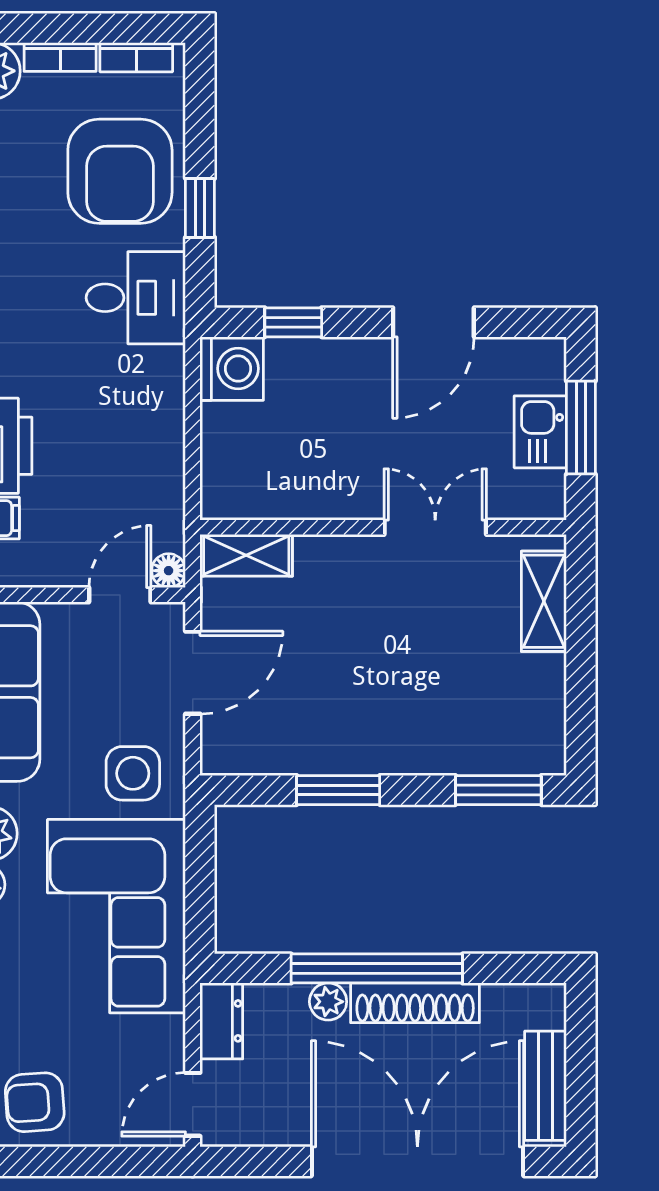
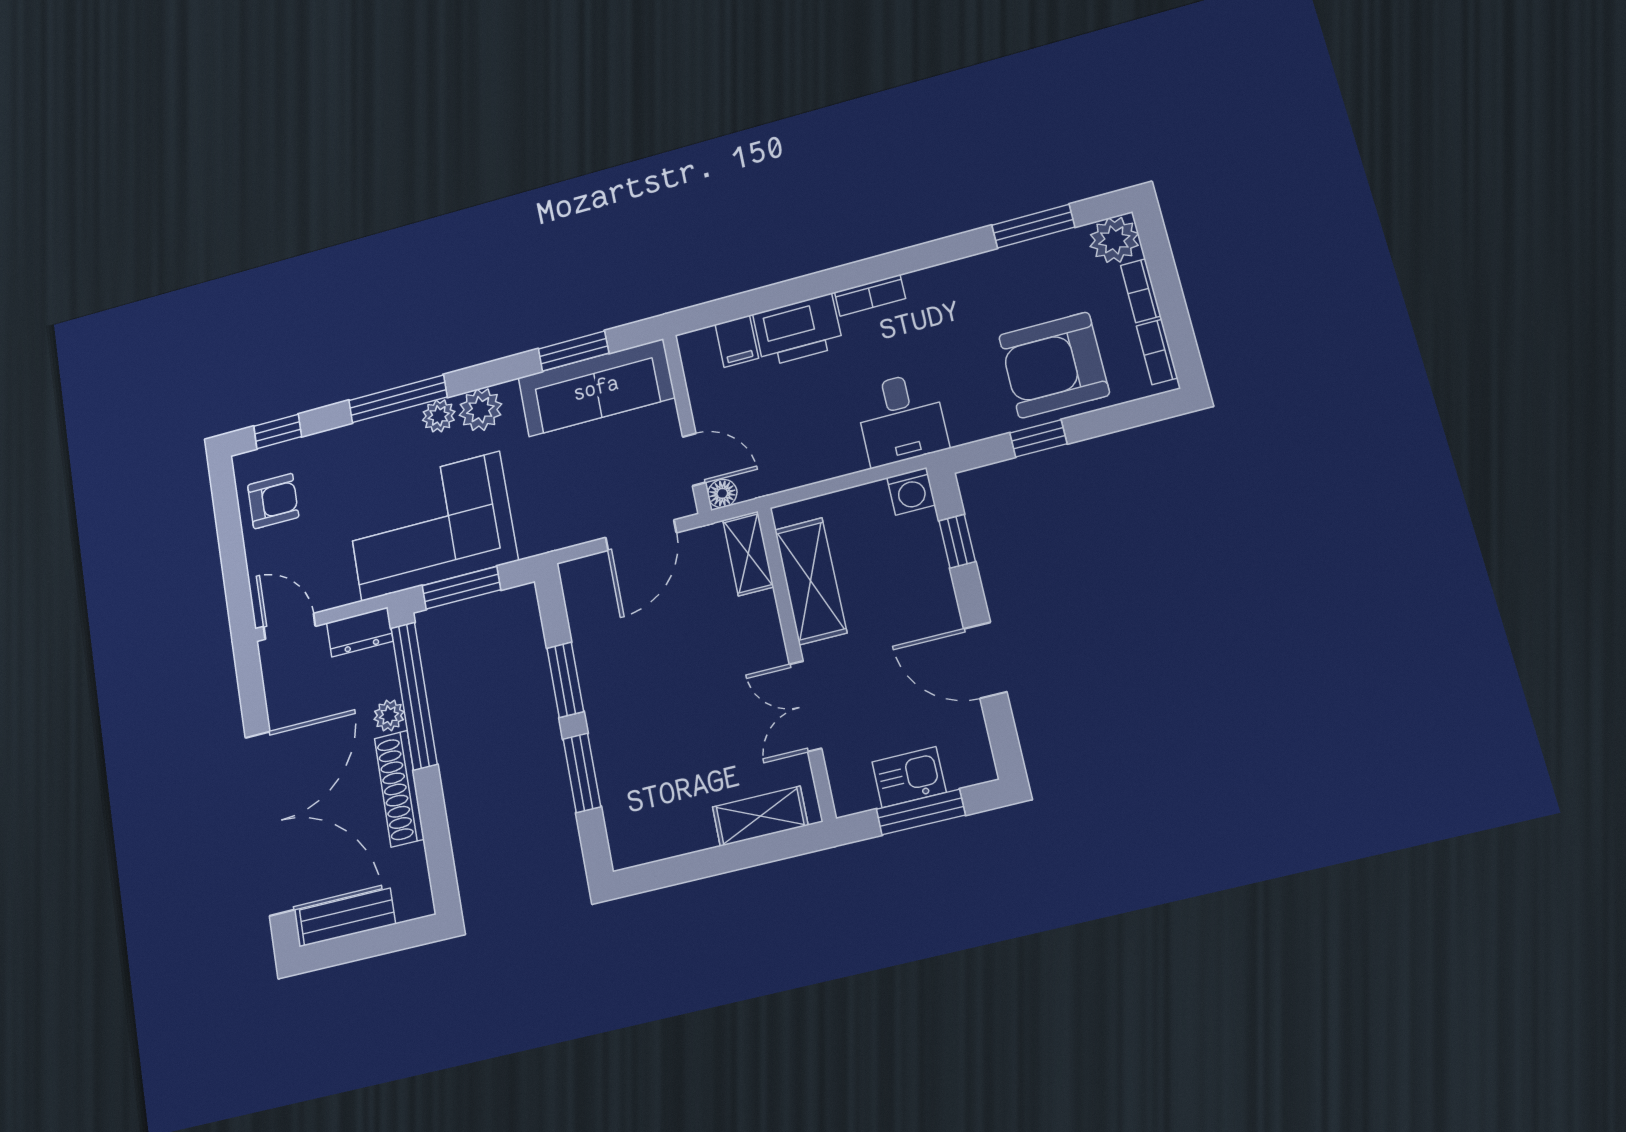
desk: (136, 298) -> (901, 419), moved
washing machine: (232, 369) -> (911, 491), width x0.73, depth x0.73
shelving: (296, 492) -> (811, 581), added
double door: (435, 527) -> (805, 706), swing flipped
door: (193, 673) -> (641, 535), hinge flipped
side table: (133, 773) -> (549, 509), removed
window: (498, 790) -> (582, 773), moved
window: (200, 892) -> (461, 588), added
window: (377, 968) -> (414, 696), moved
armchair: (35, 1102) -> (273, 501), turned 94

